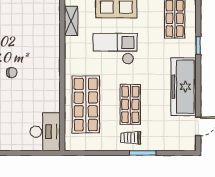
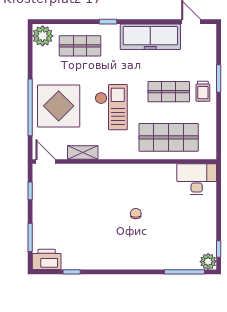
checkout: (115, 49) -> (111, 107), turned 180

